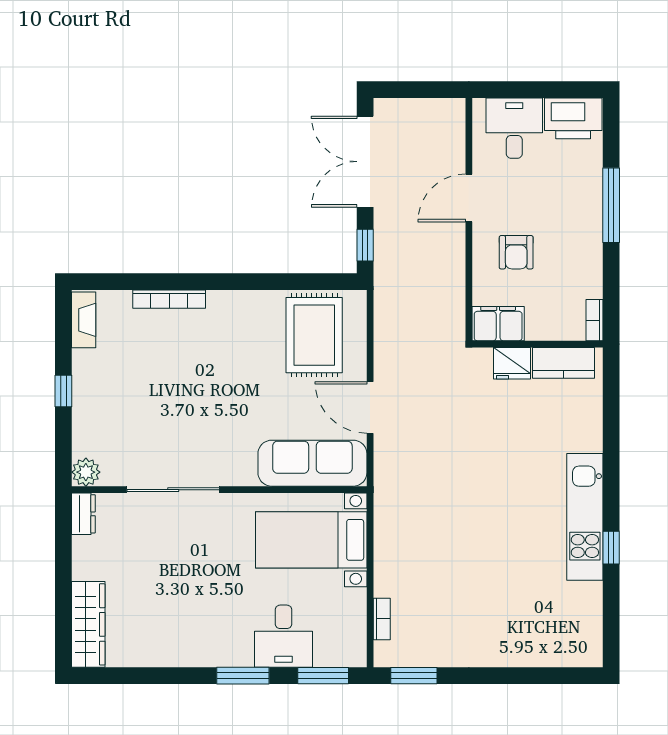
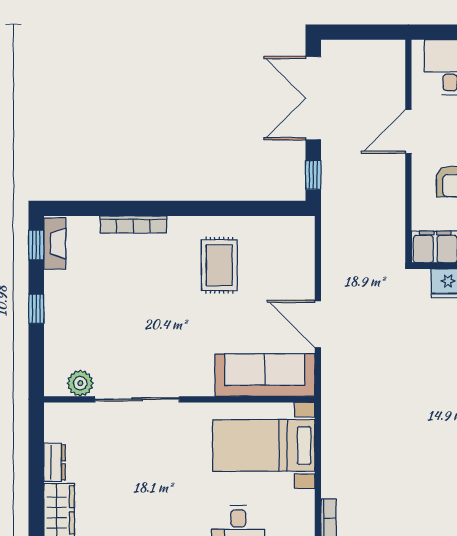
window: (63, 322) -> (36, 245), added
rug: (314, 335) -> (219, 265), moved, width x0.73, depth x0.70
plant: (86, 472) -> (80, 383), moved
dresser: (83, 514) -> (55, 462), moved

